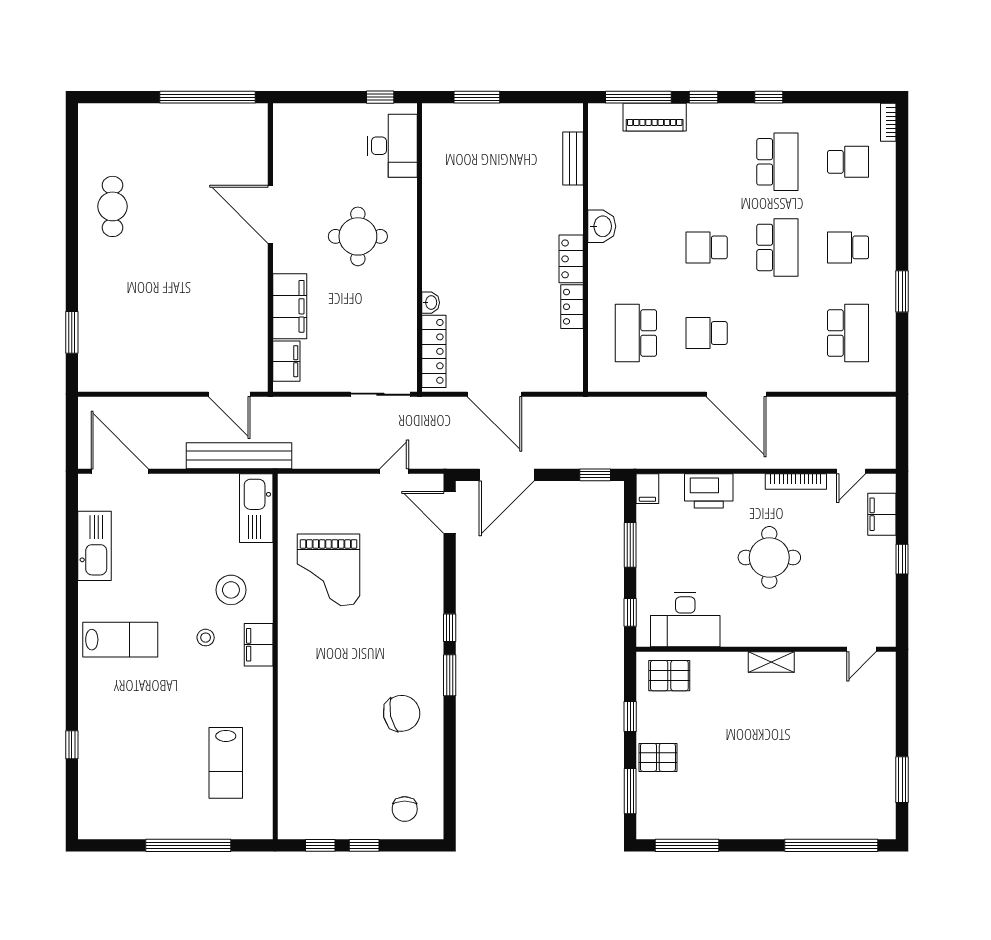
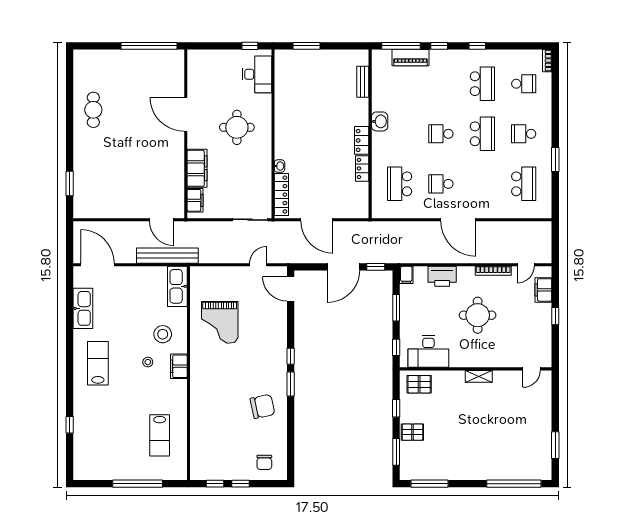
door: (507, 475) -> (344, 267), moved
lab bench: (120, 640) -> (98, 363), turned -90

